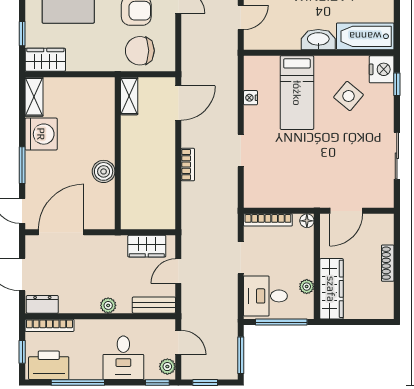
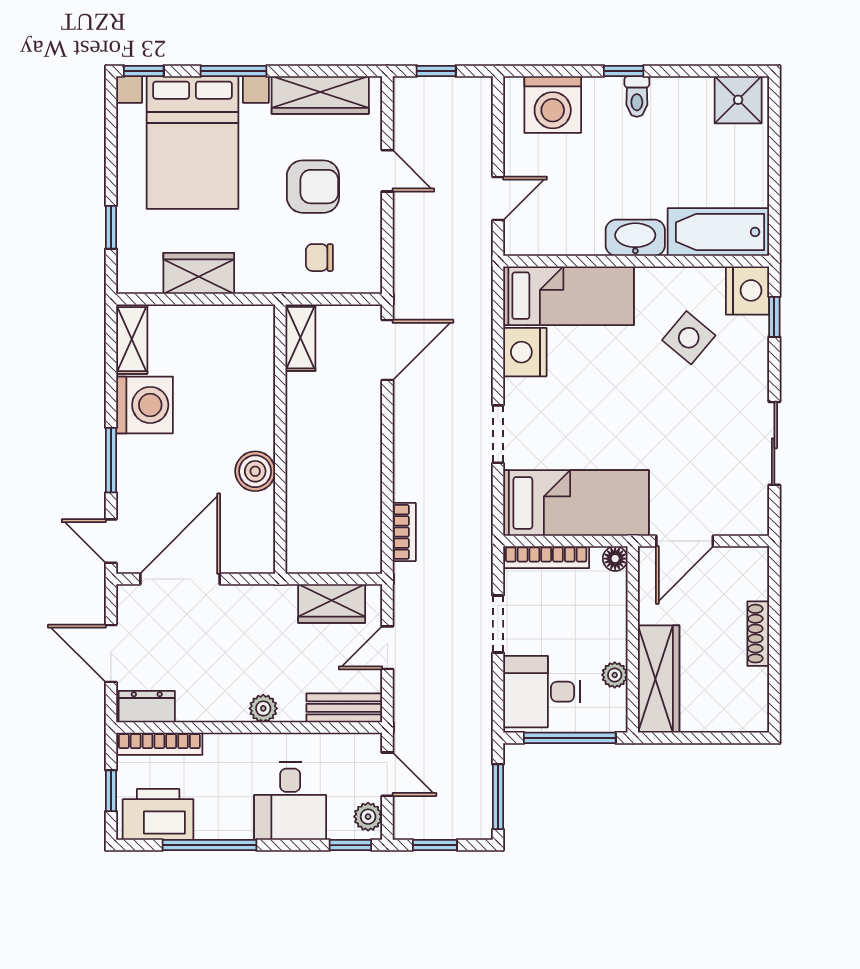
chair: (140, 51) -> (319, 258), width x0.54, depth x0.54
wardrobe: (45, 60) -> (199, 273), moved
bed: (297, 93) -> (569, 296), moved, turned -90
nightstand: (250, 98) -> (525, 352), width x1.89, depth x1.79
bookcase: (188, 165) -> (404, 532), moved
bed: (285, 189) -> (576, 503), added

